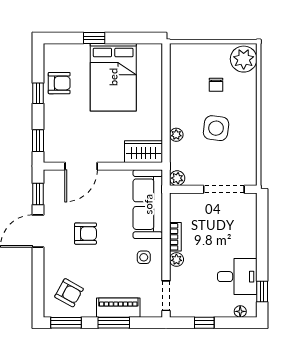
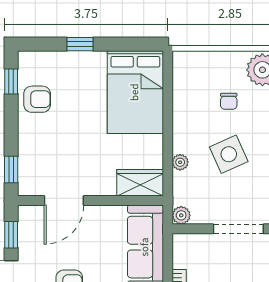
bed: (113, 77) -> (135, 92), moved
window: (38, 93) -> (11, 81), moved
side table: (216, 128) -> (229, 154), turned -31

